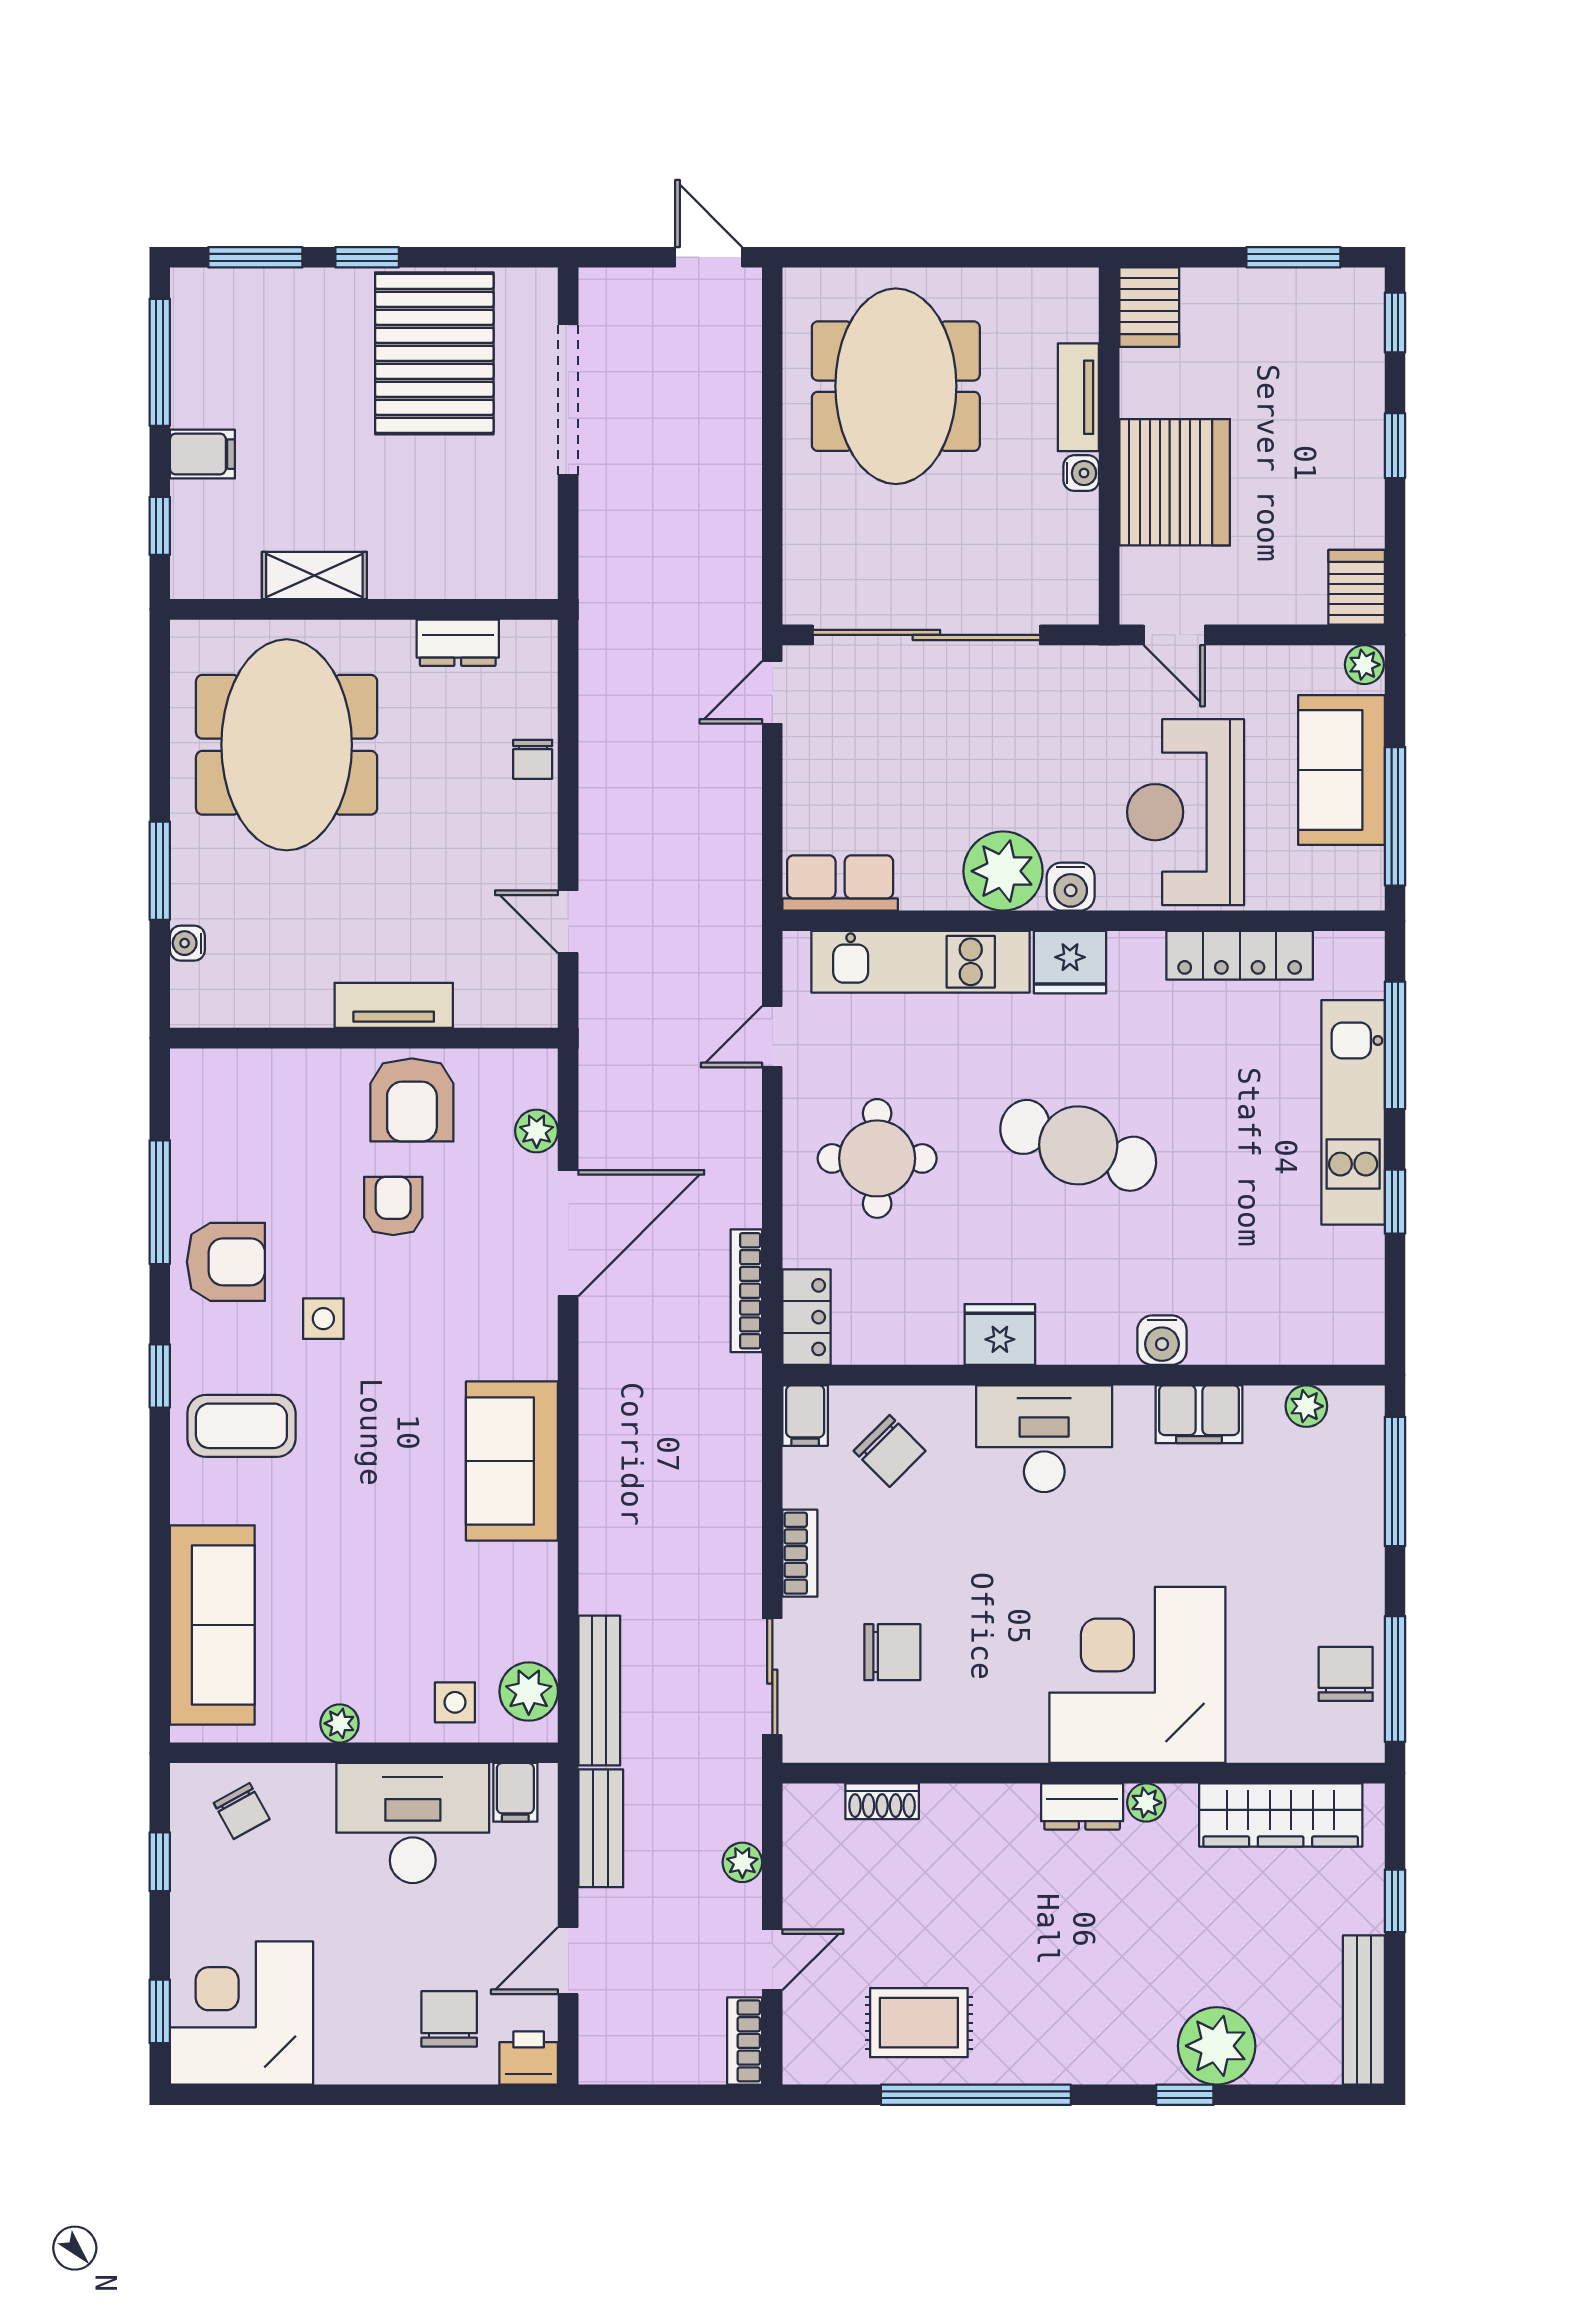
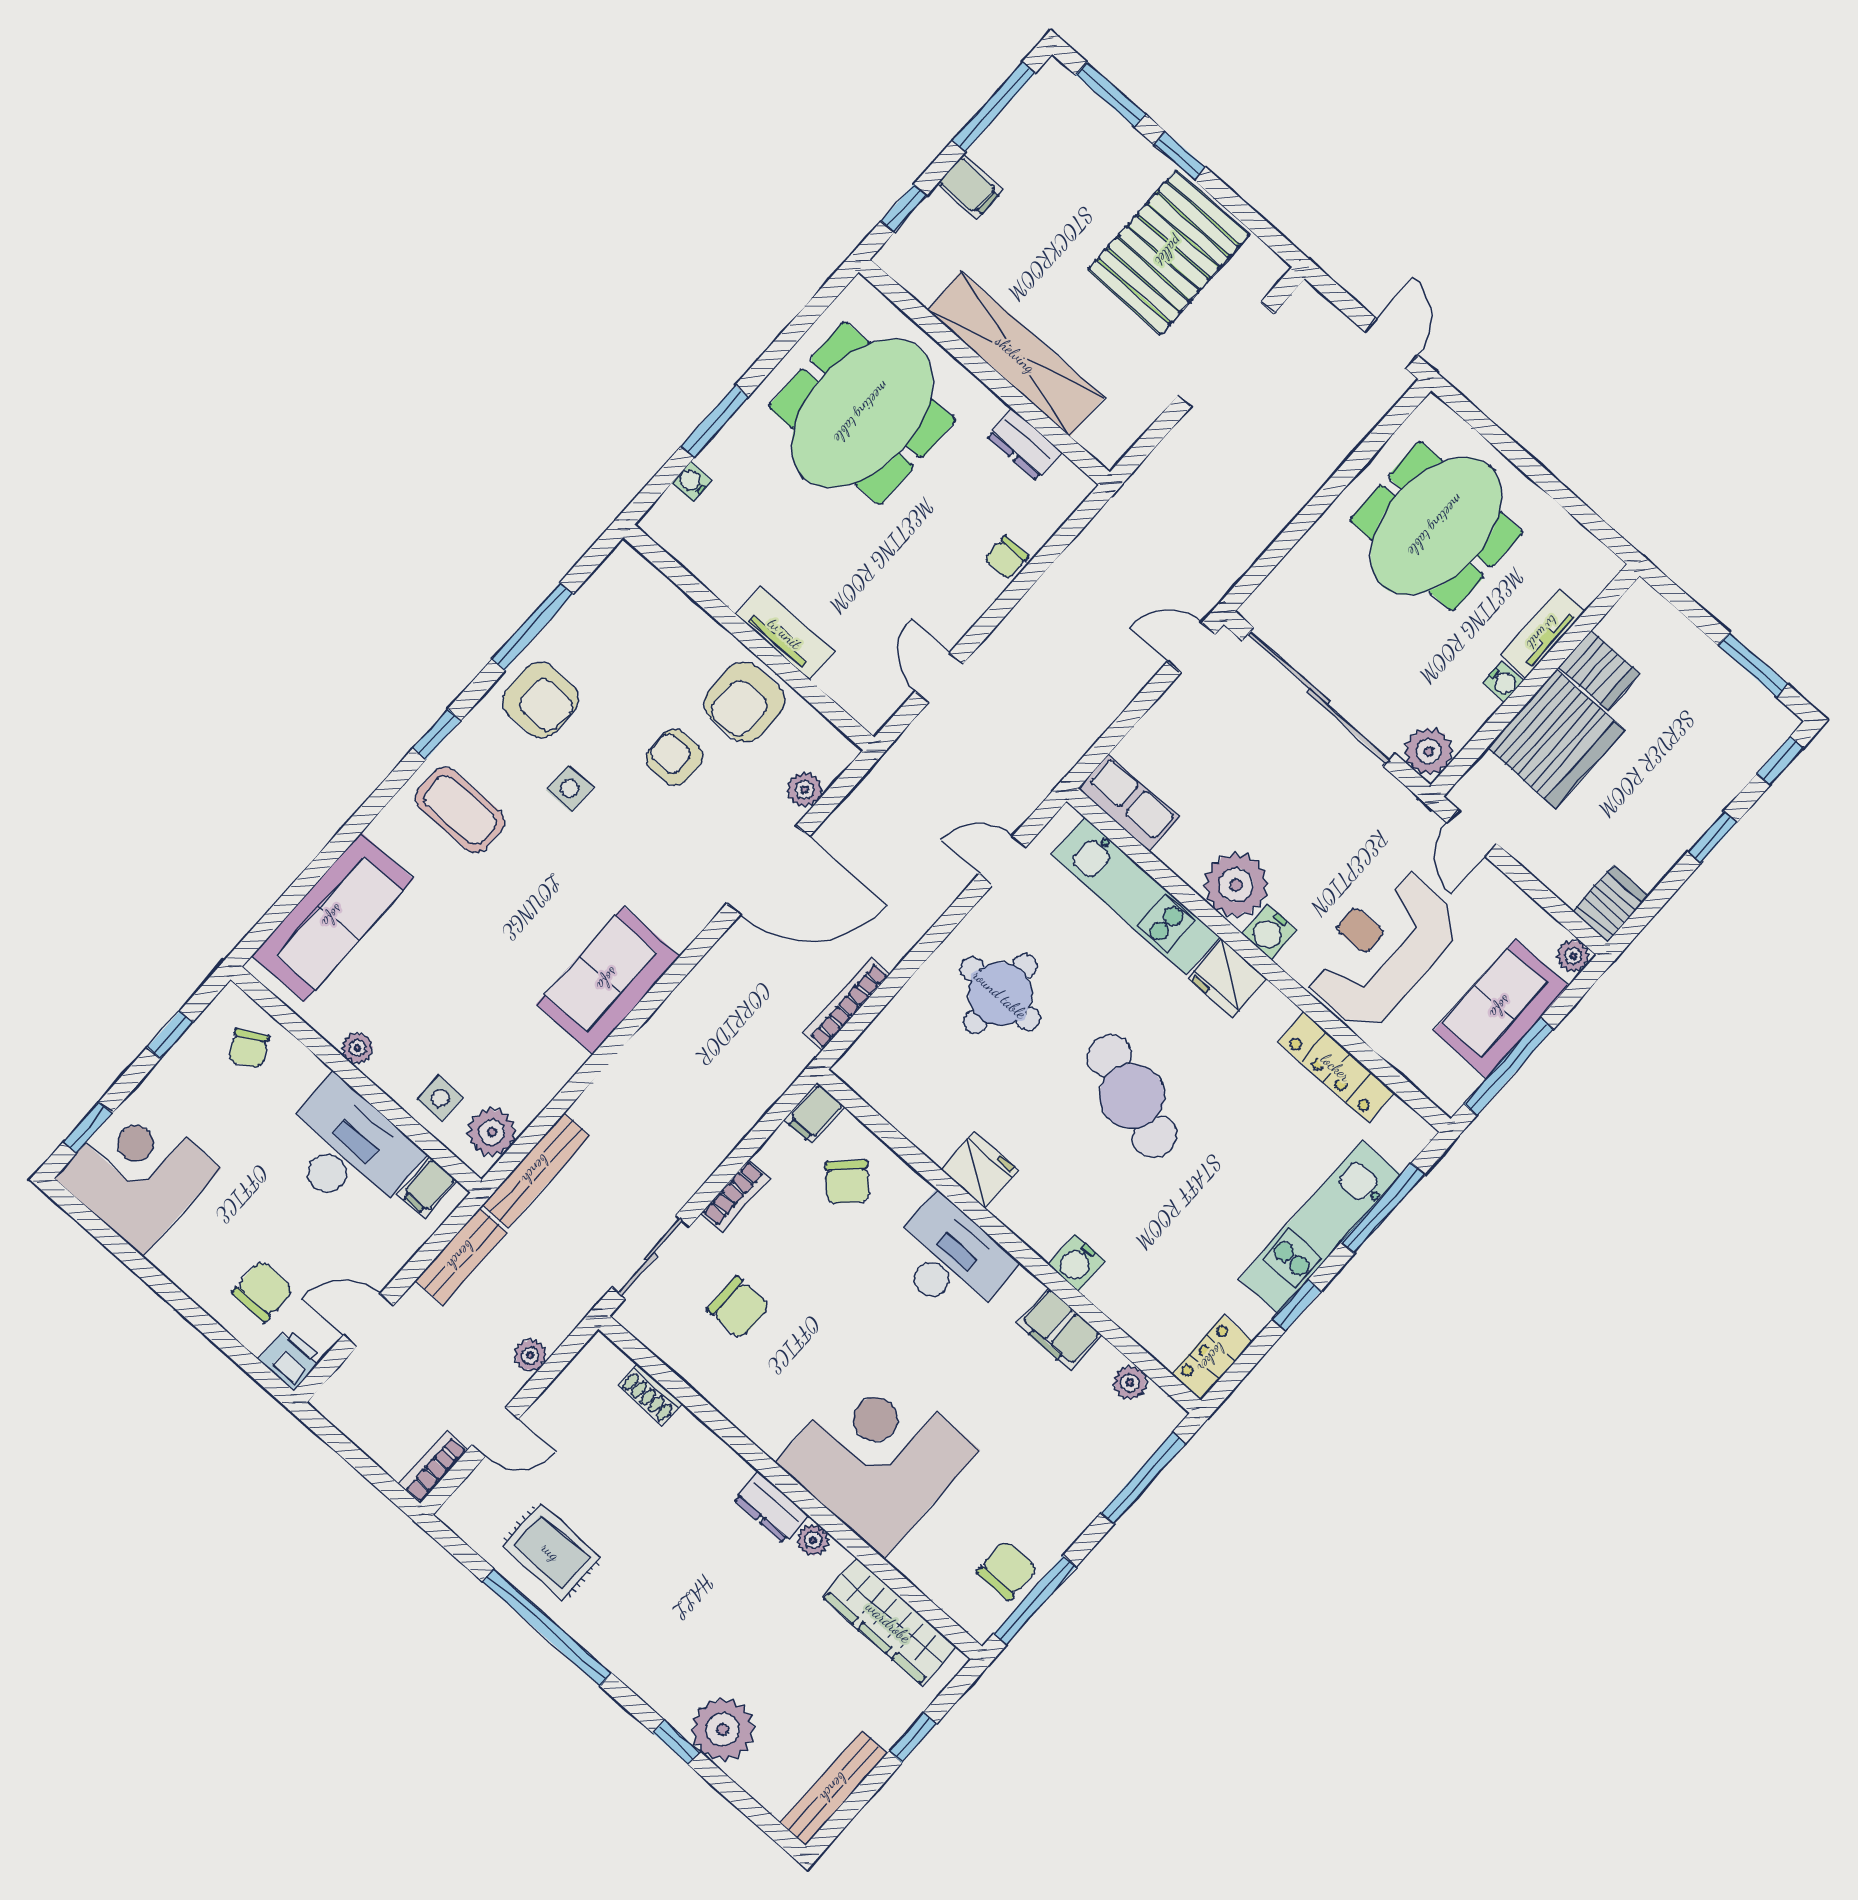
server rack: (1149, 307) -> (1600, 670), moved, turned -90
shelving: (314, 576) -> (1016, 354), width x2.20, depth x1.33
plant: (1070, 596) -> (1429, 751), added
armchair: (393, 1206) -> (675, 757), turned -90
locker: (807, 1317) -> (1212, 1358), moved, turned 180

